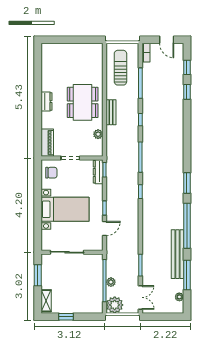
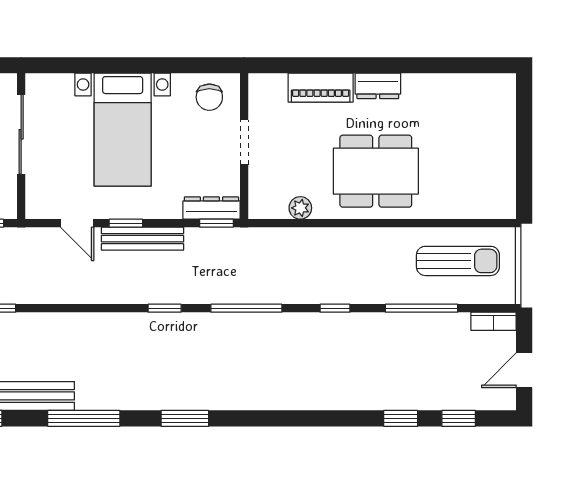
bench: (111, 112) -> (143, 239), moved, width x1.36
piano: (47, 143) -> (321, 88), moved
window: (187, 226) -> (84, 418), width x0.68

